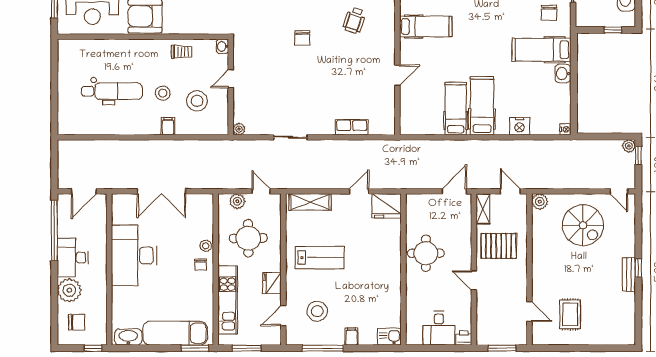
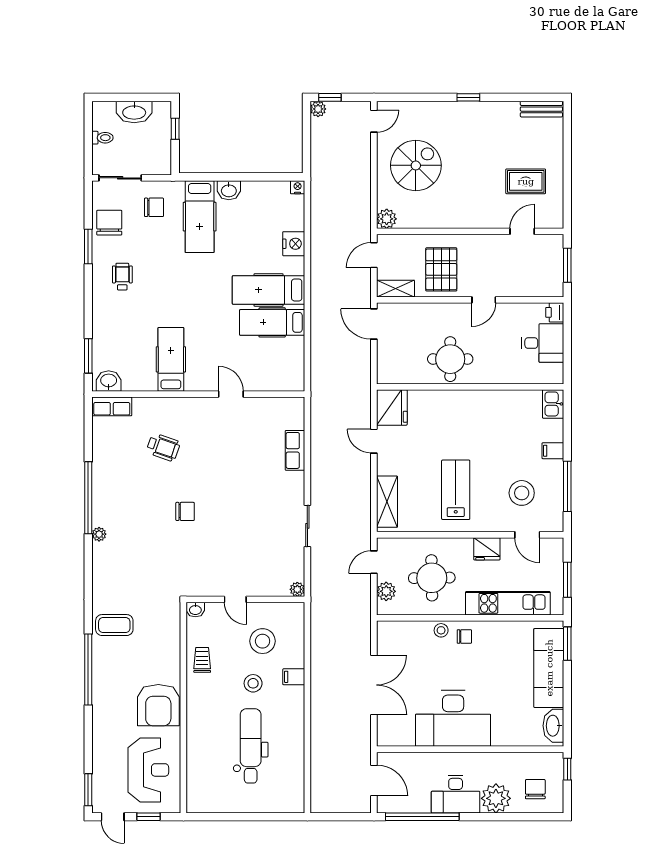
bench: (629, 274) -> (541, 109), moved

